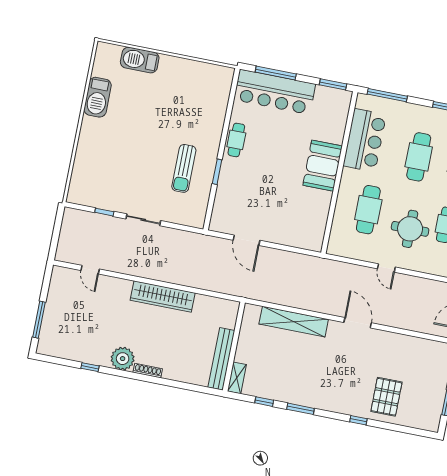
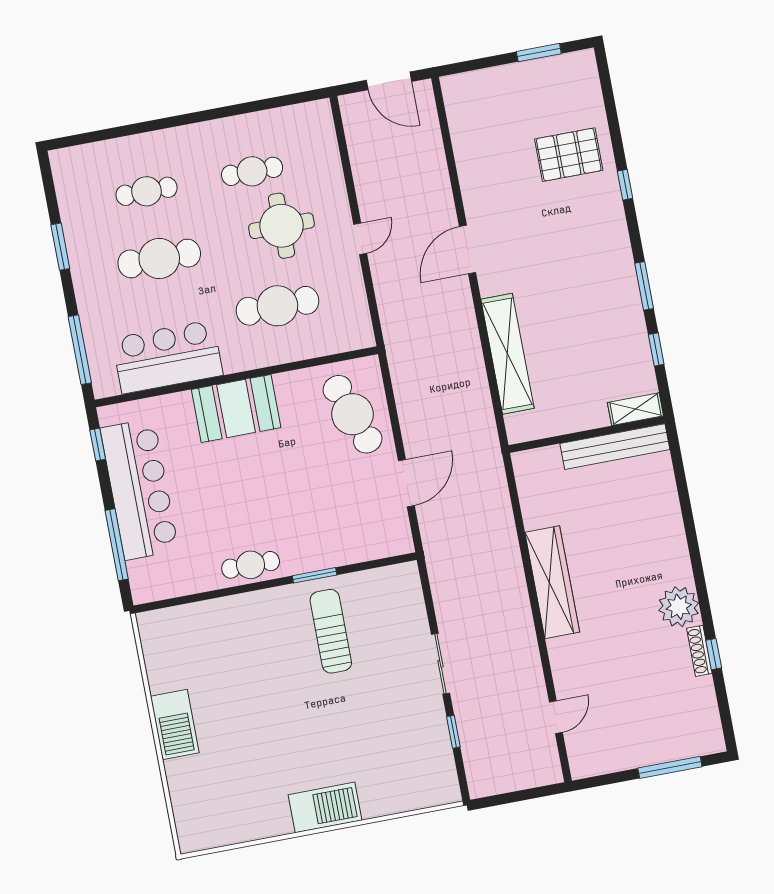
barbecue: (140, 60) -> (175, 724), moved
window: (333, 84) -> (98, 445), width x0.67
bar counter: (275, 92) -> (139, 489), moved
barbecue: (98, 97) -> (325, 807), moved
sun lounger: (184, 168) -> (331, 631), turned -90
cafe table: (295, 226) -> (352, 414), added
shoe rack: (148, 371) -> (699, 651), moved

